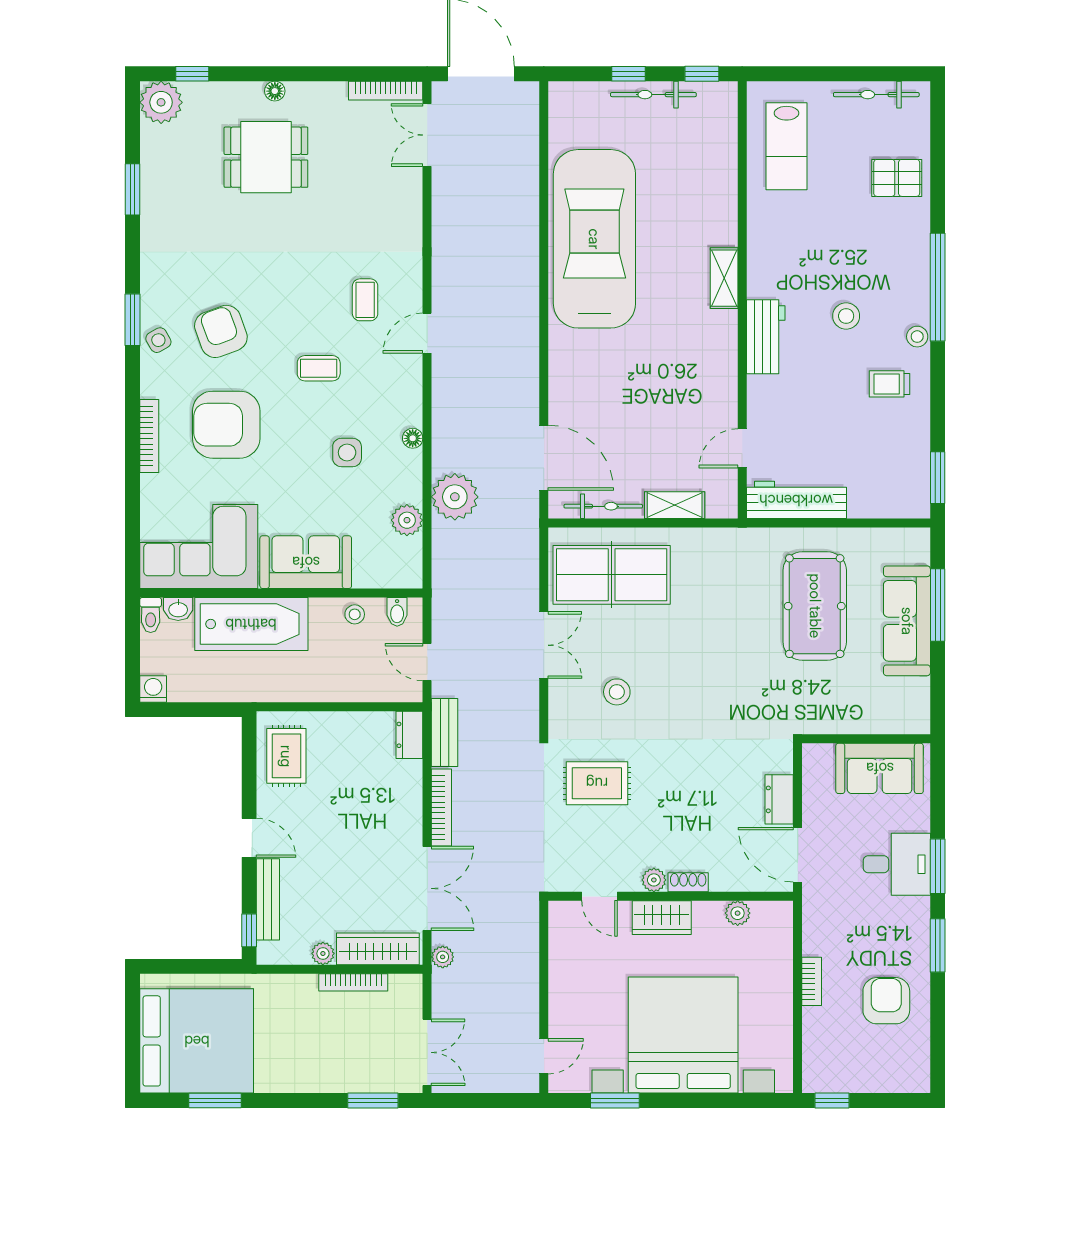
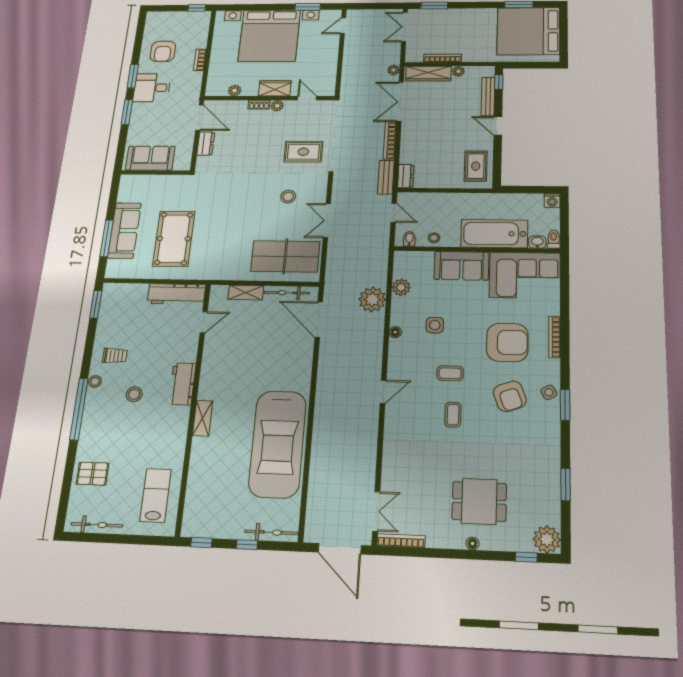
bicycle: (653, 95) -> (272, 532), moved
coffee table: (365, 300) -> (453, 415), moved
desk: (897, 864) -> (152, 88), moved

